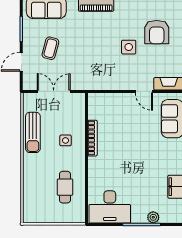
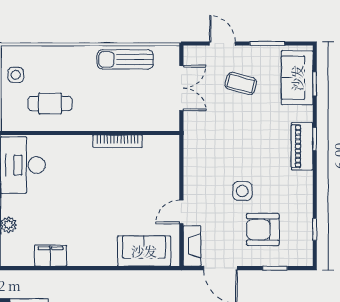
side table: (65, 140) -> (16, 75), moved

